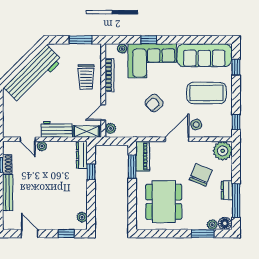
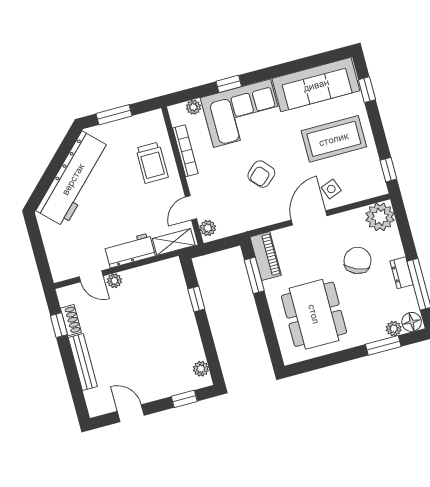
window: (81, 40) -> (114, 115), moved
dresser: (82, 155) -> (176, 278), removed

